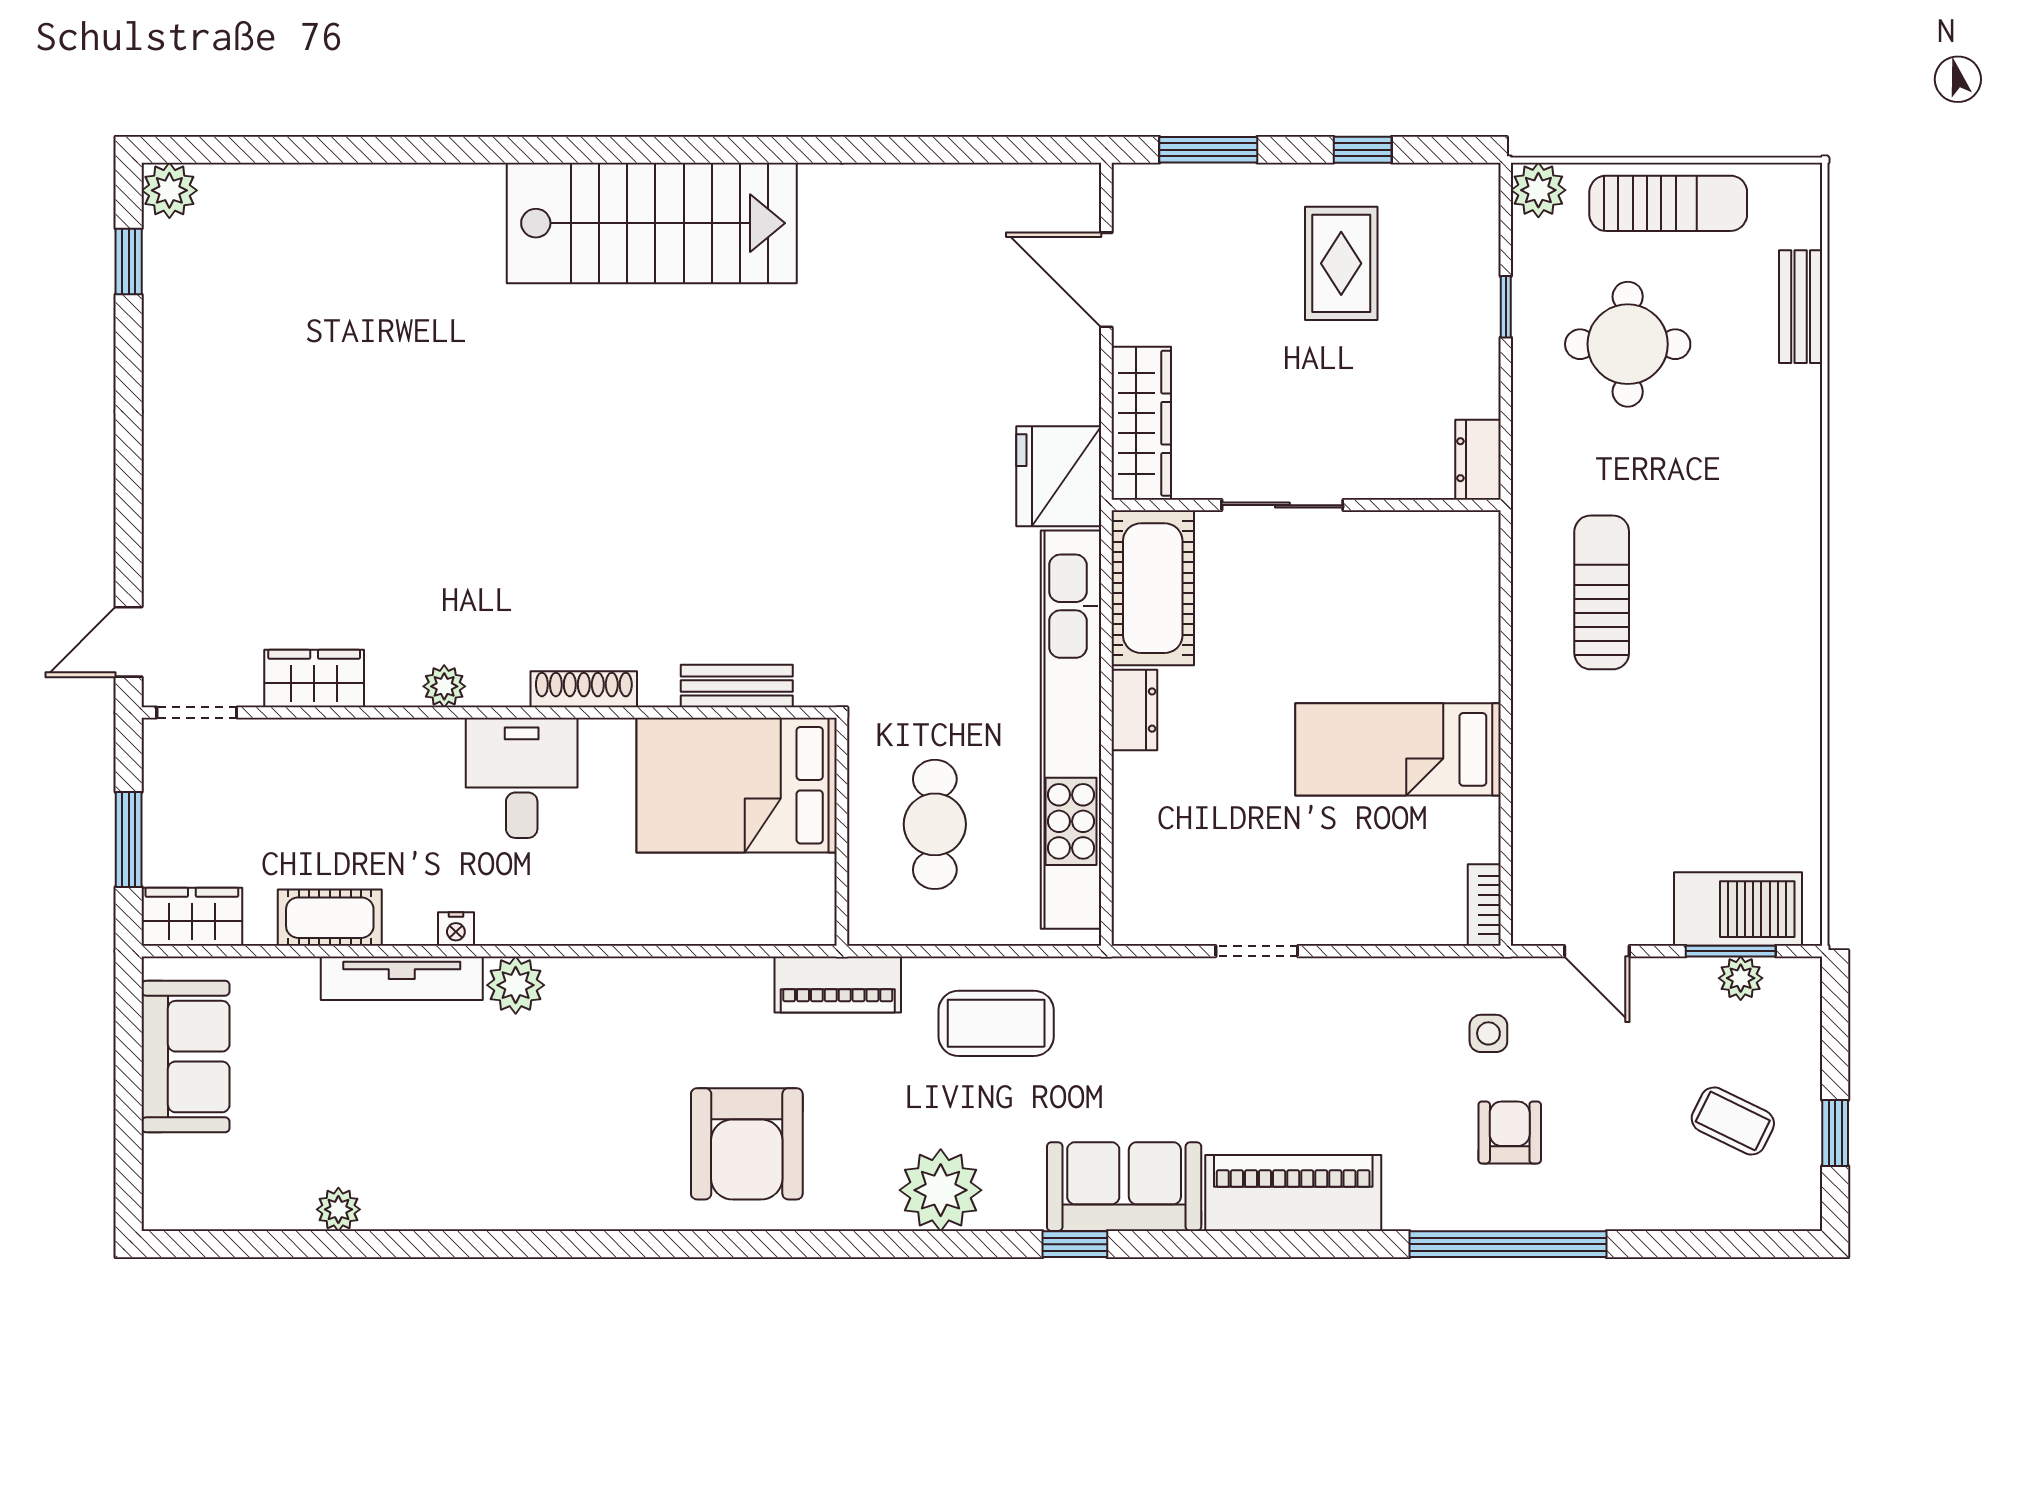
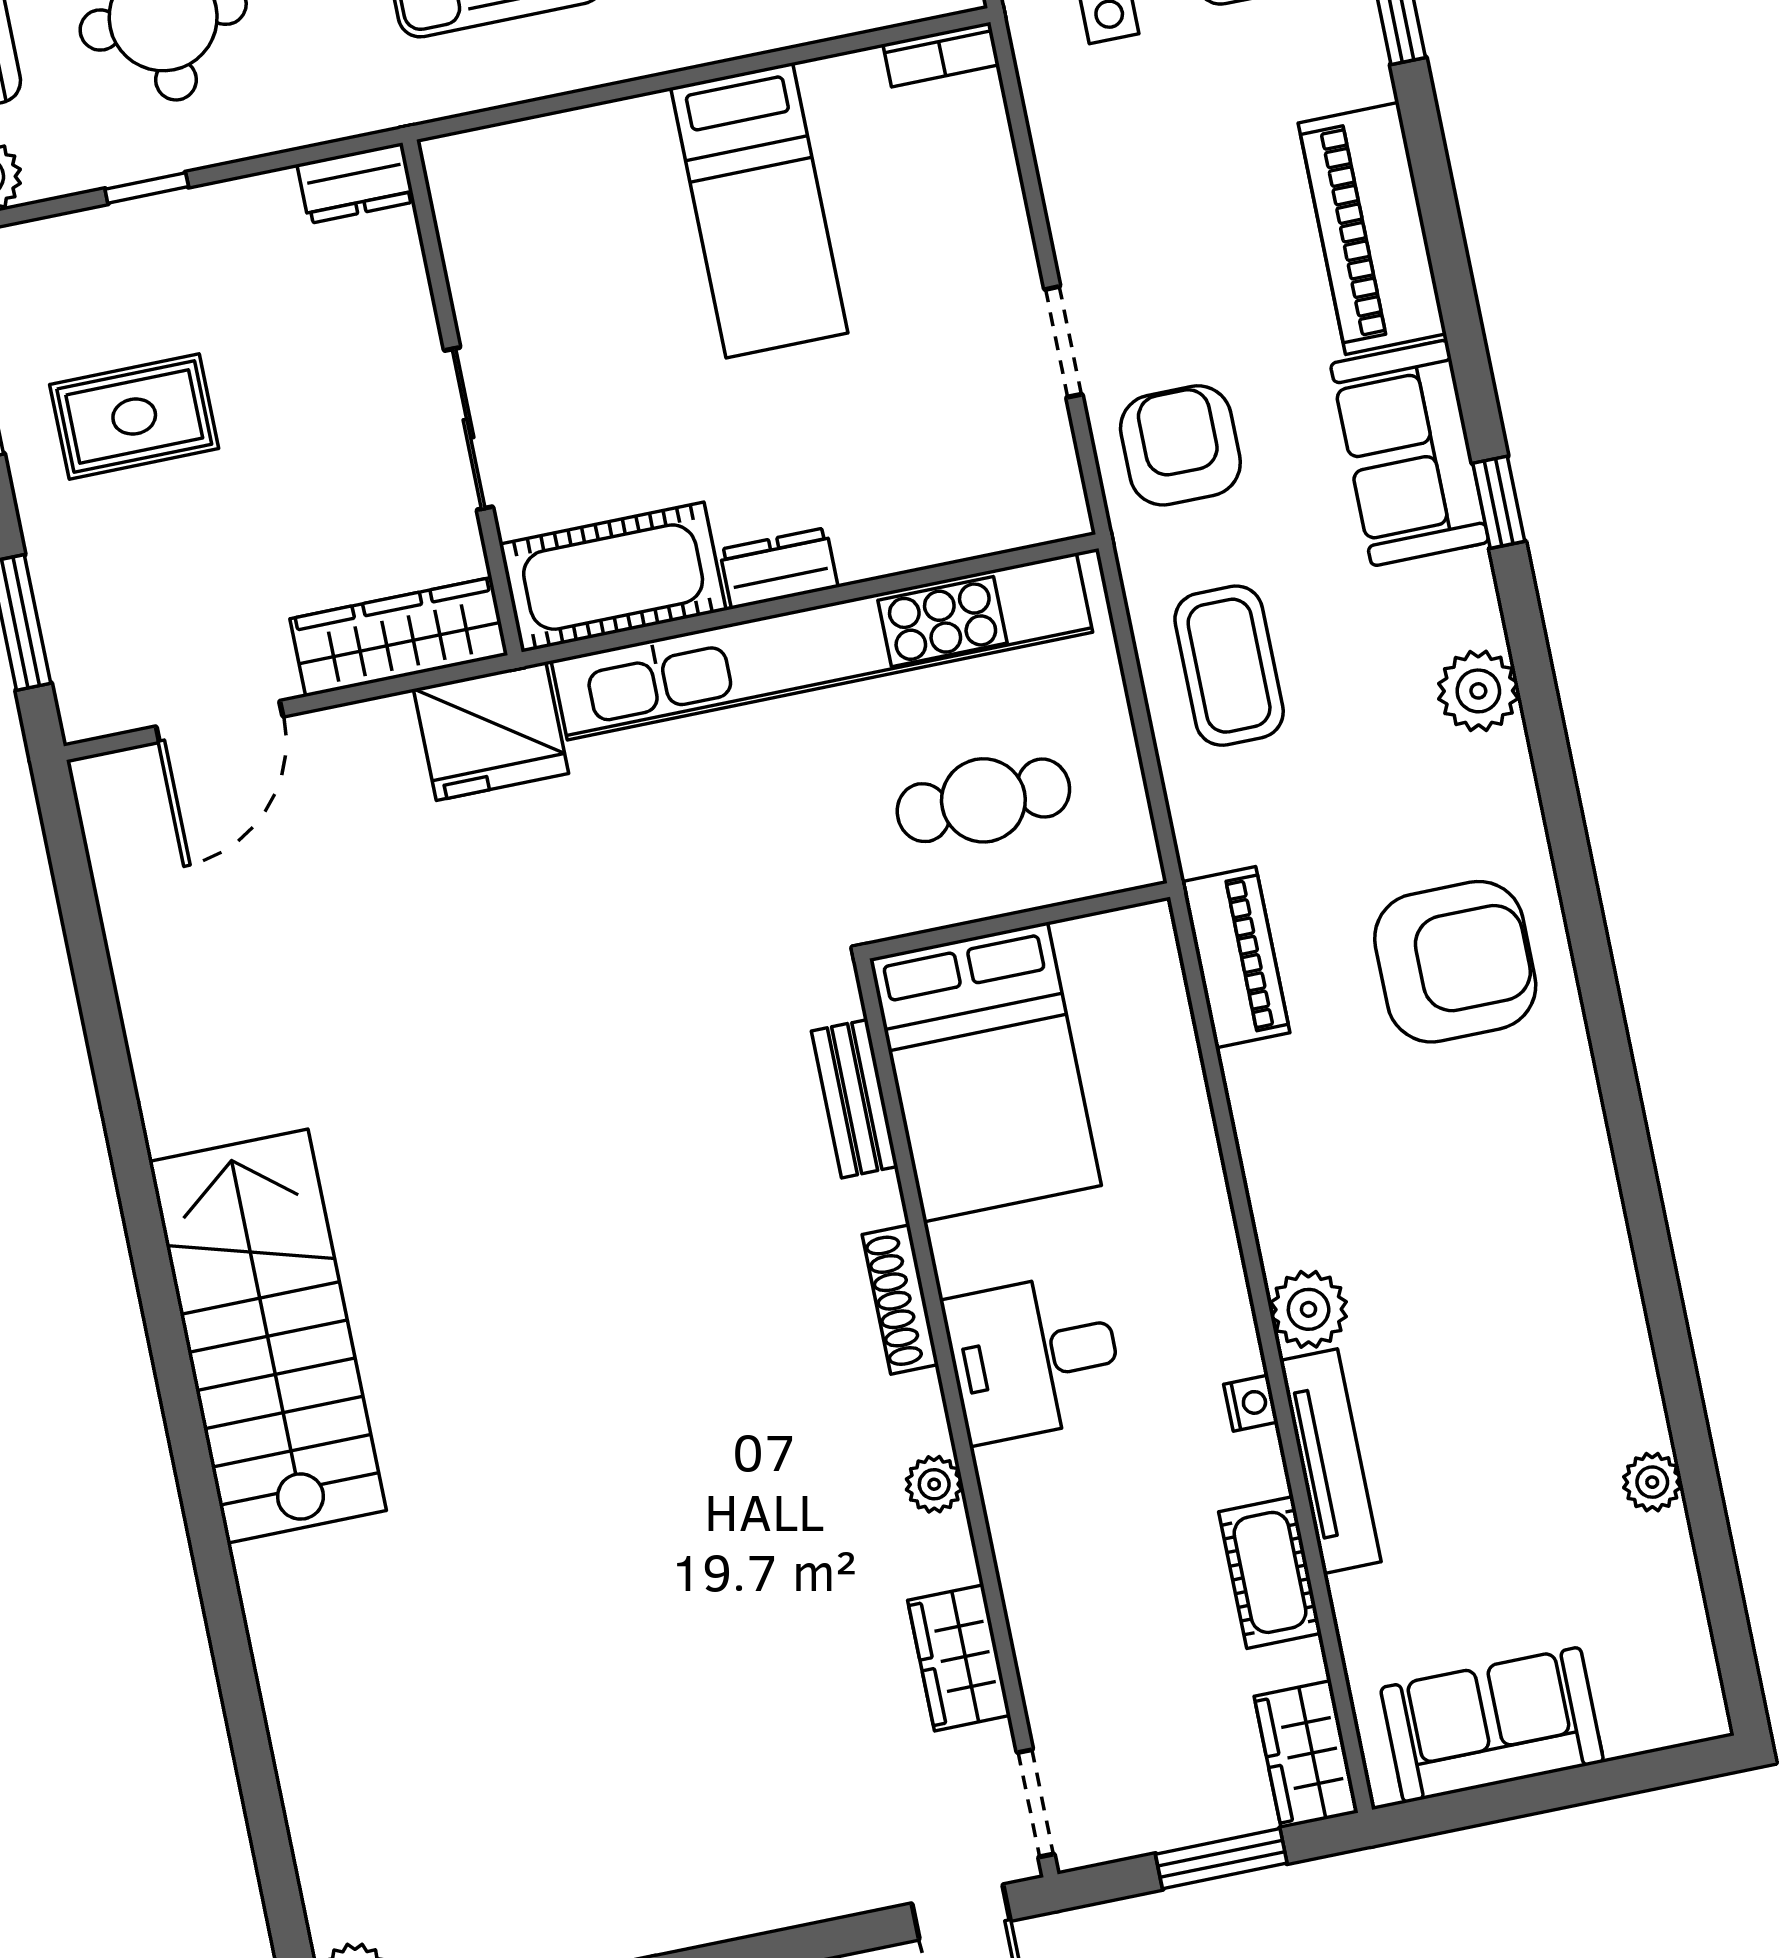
piano: (838, 985) -> (1236, 957), moved
armchair: (1164, 1021) -> (1180, 445), added
plant: (941, 1190) -> (1478, 691), width x0.73, depth x0.73

